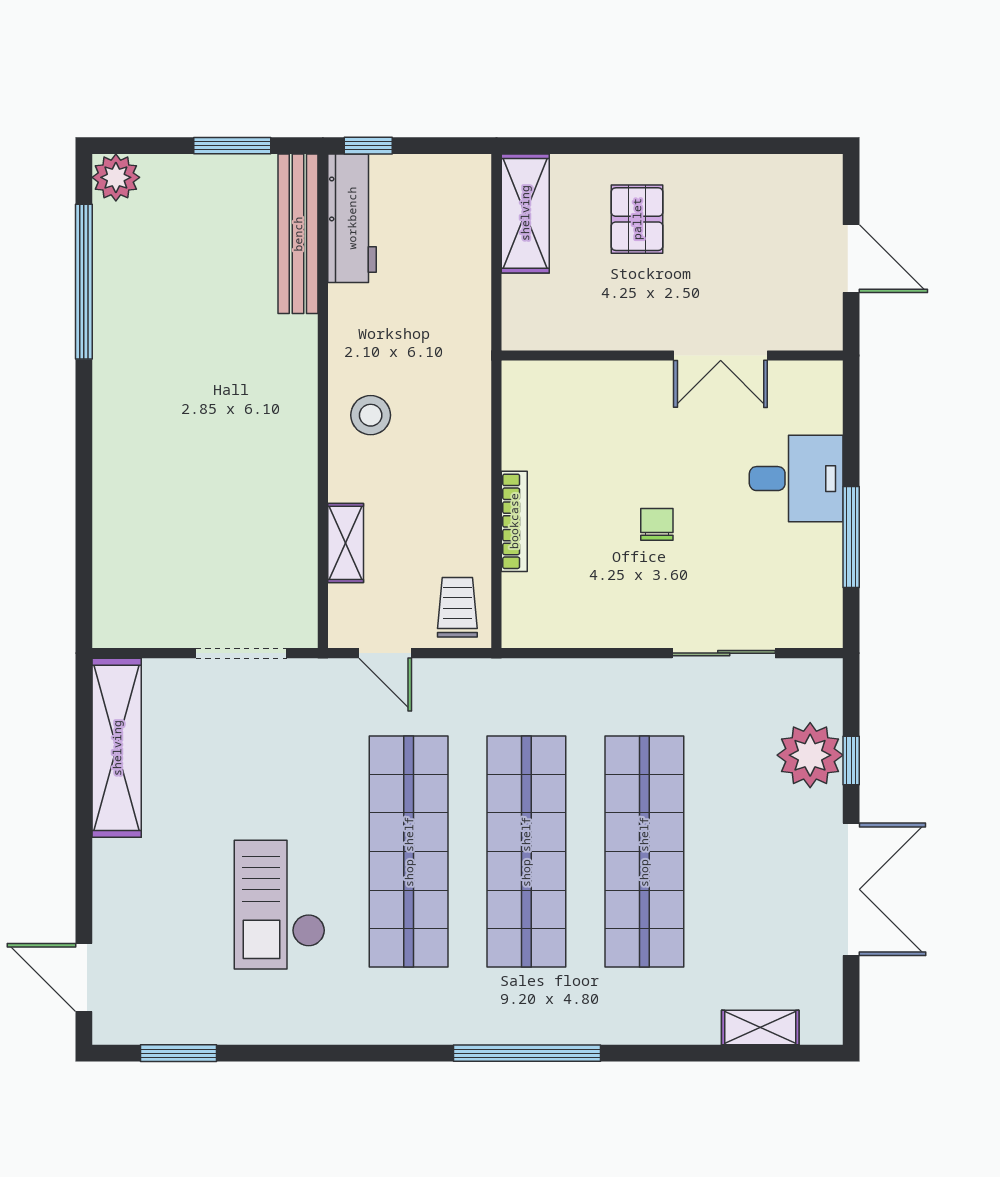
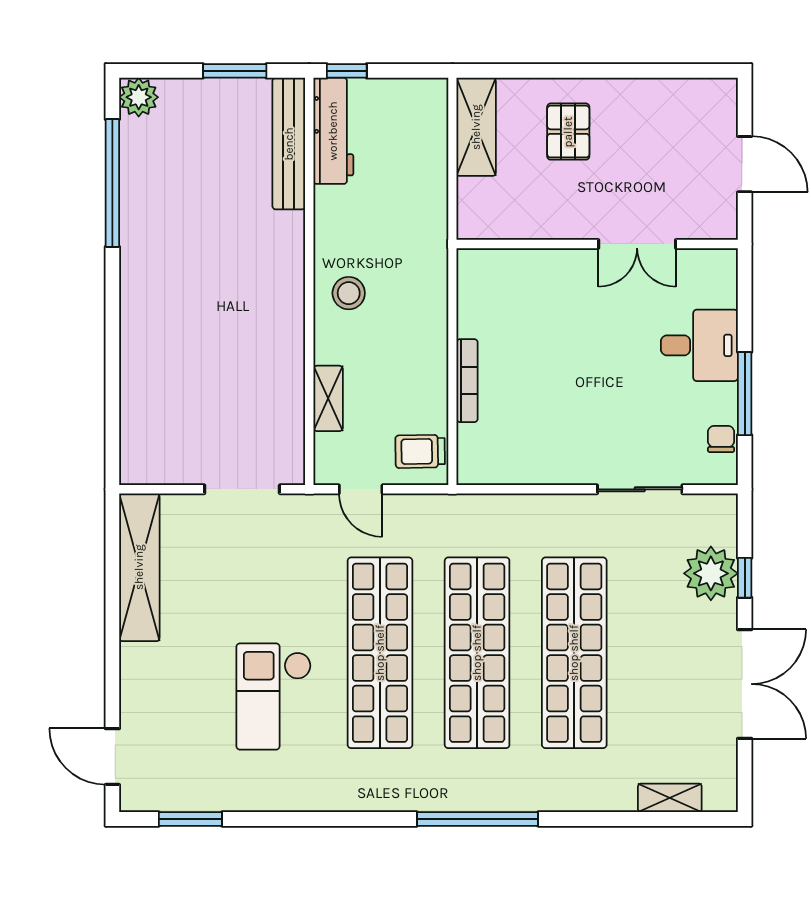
chair: (657, 524) -> (721, 439), moved
trolley: (457, 607) -> (420, 451), turned -91

